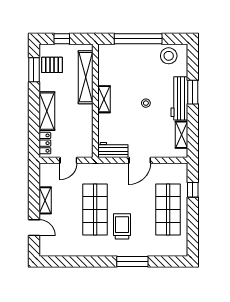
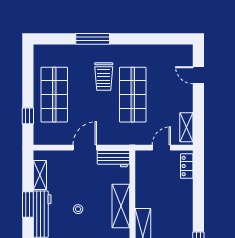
window: (193, 92) -> (28, 204), moved
shelving: (104, 99) -> (121, 206), width x1.50, depth x1.33
shelving: (47, 111) -> (185, 200), removed
shelving: (45, 200) -> (186, 127), moved

